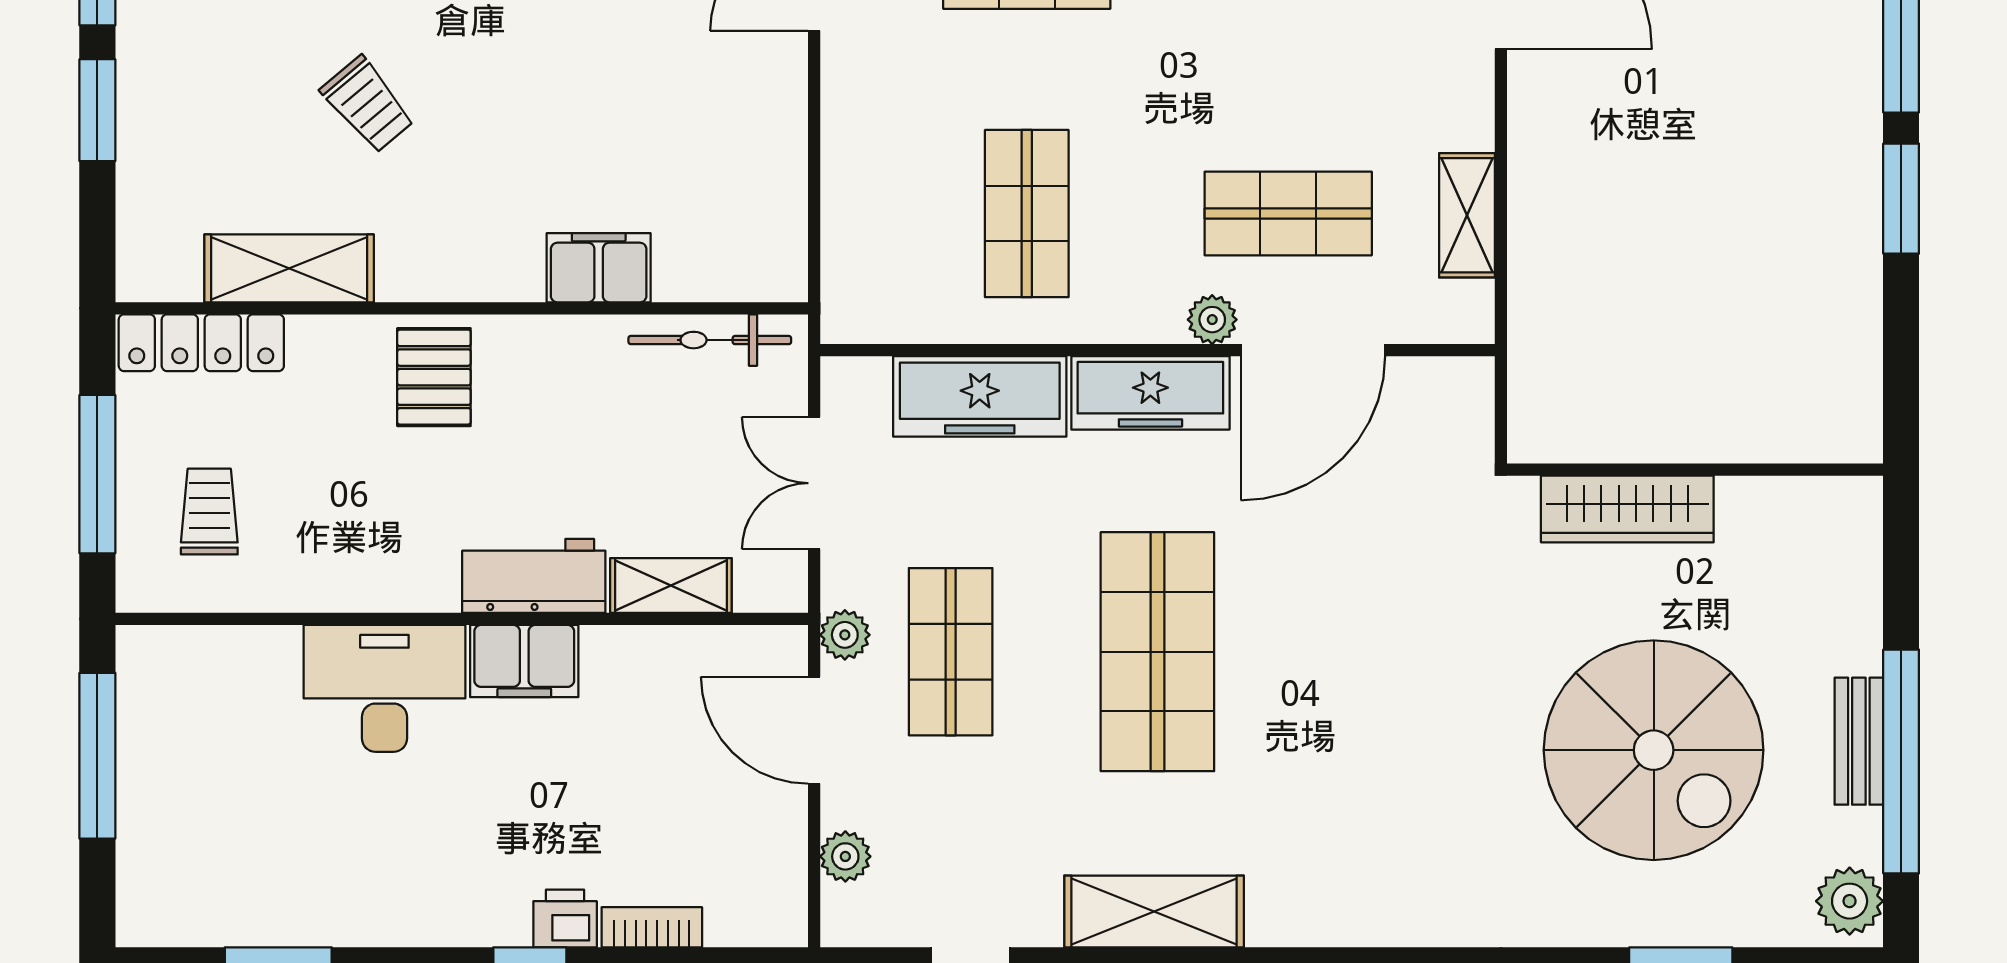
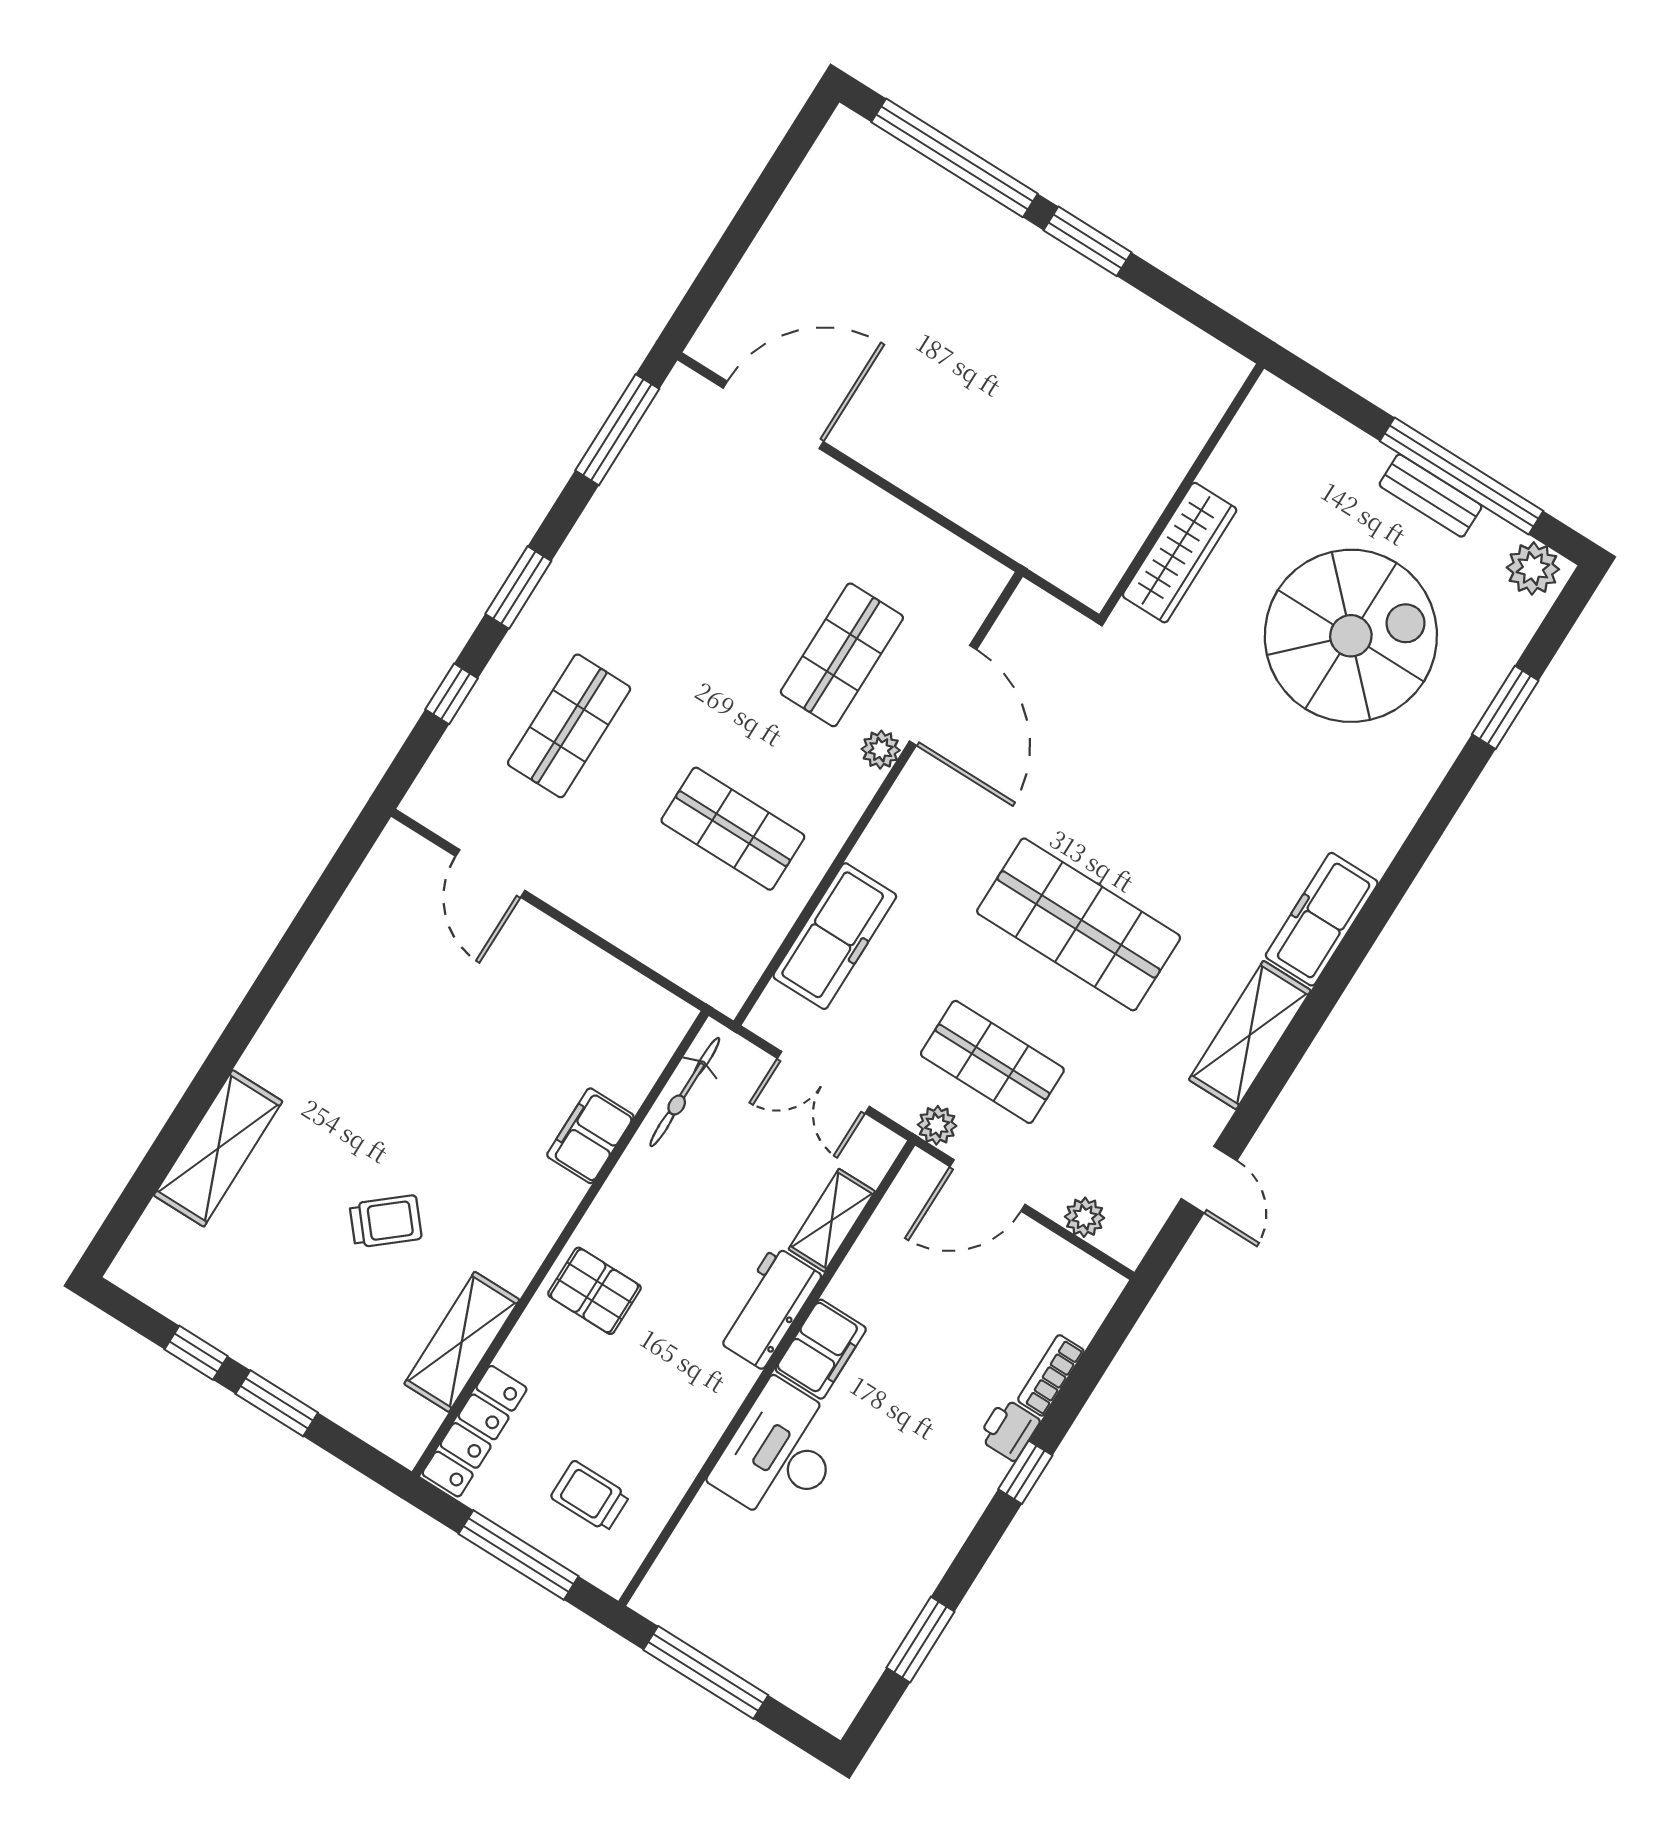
shelving: (1467, 215) -> (918, 537), removed
freezer: (1150, 393) -> (1322, 919), moved, turned 180

